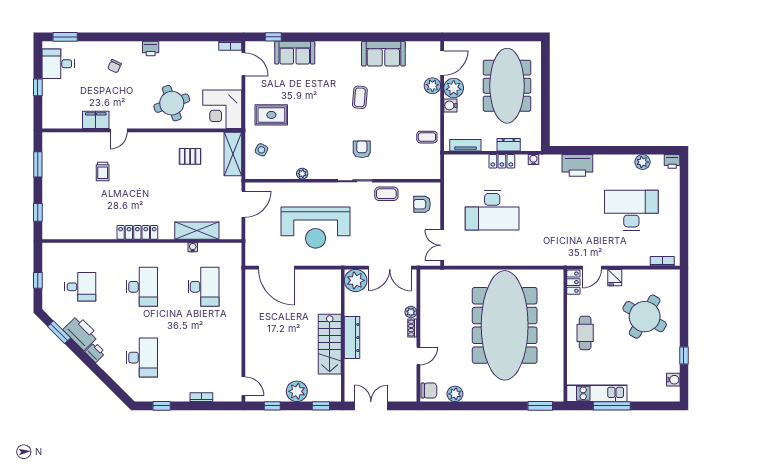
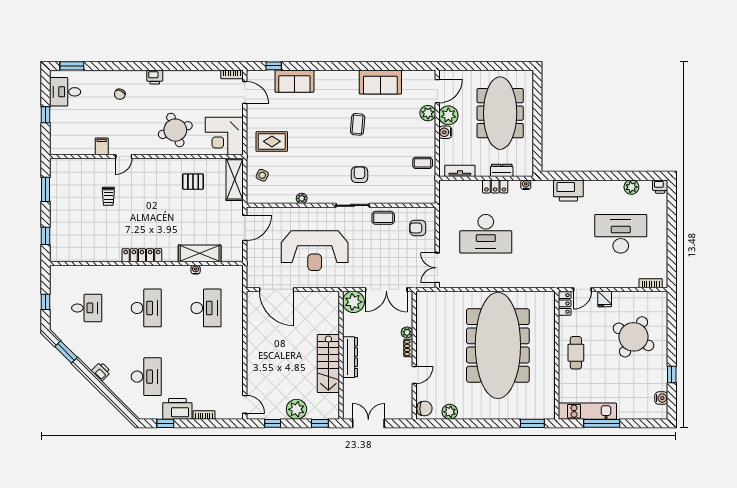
filing cabinet: (96, 120) -> (102, 146), width x0.50
printer: (81, 333) -> (177, 409), moved, turned -45

